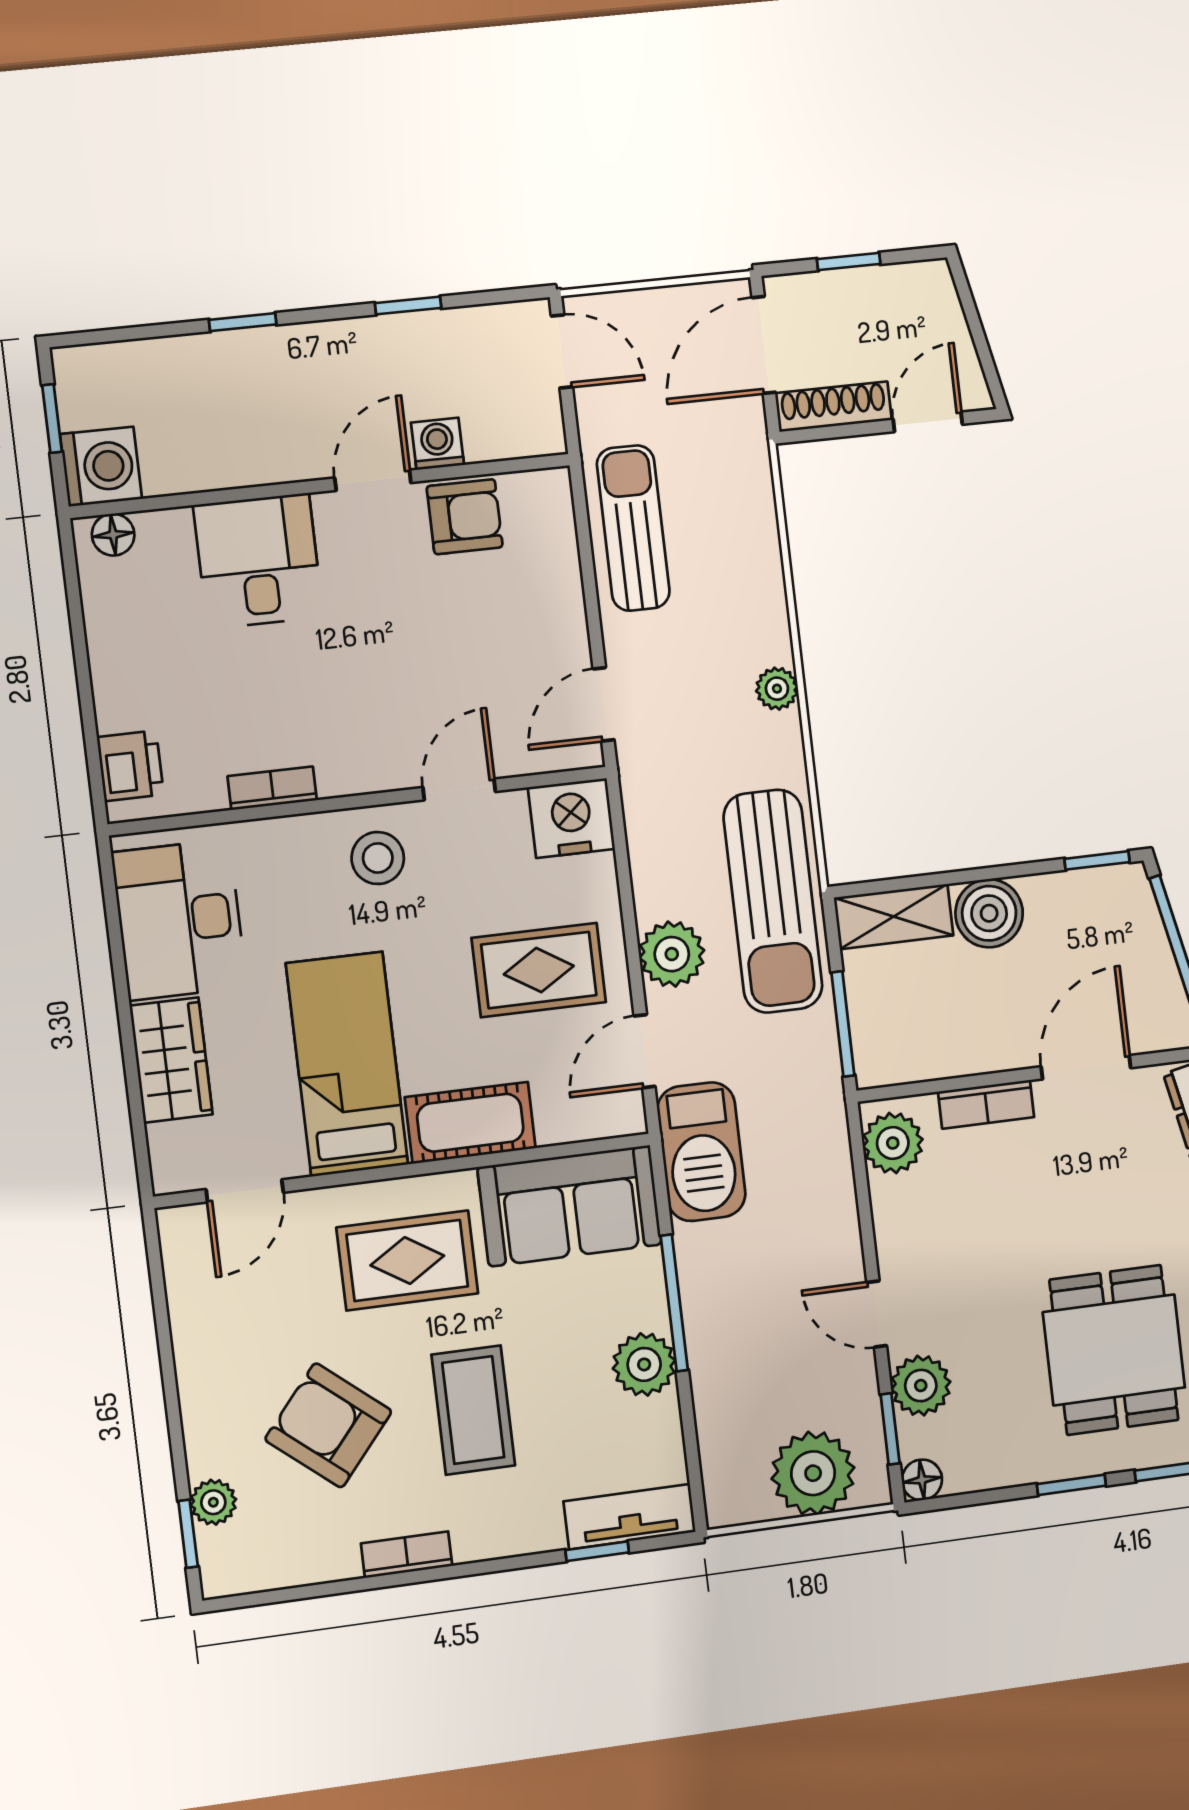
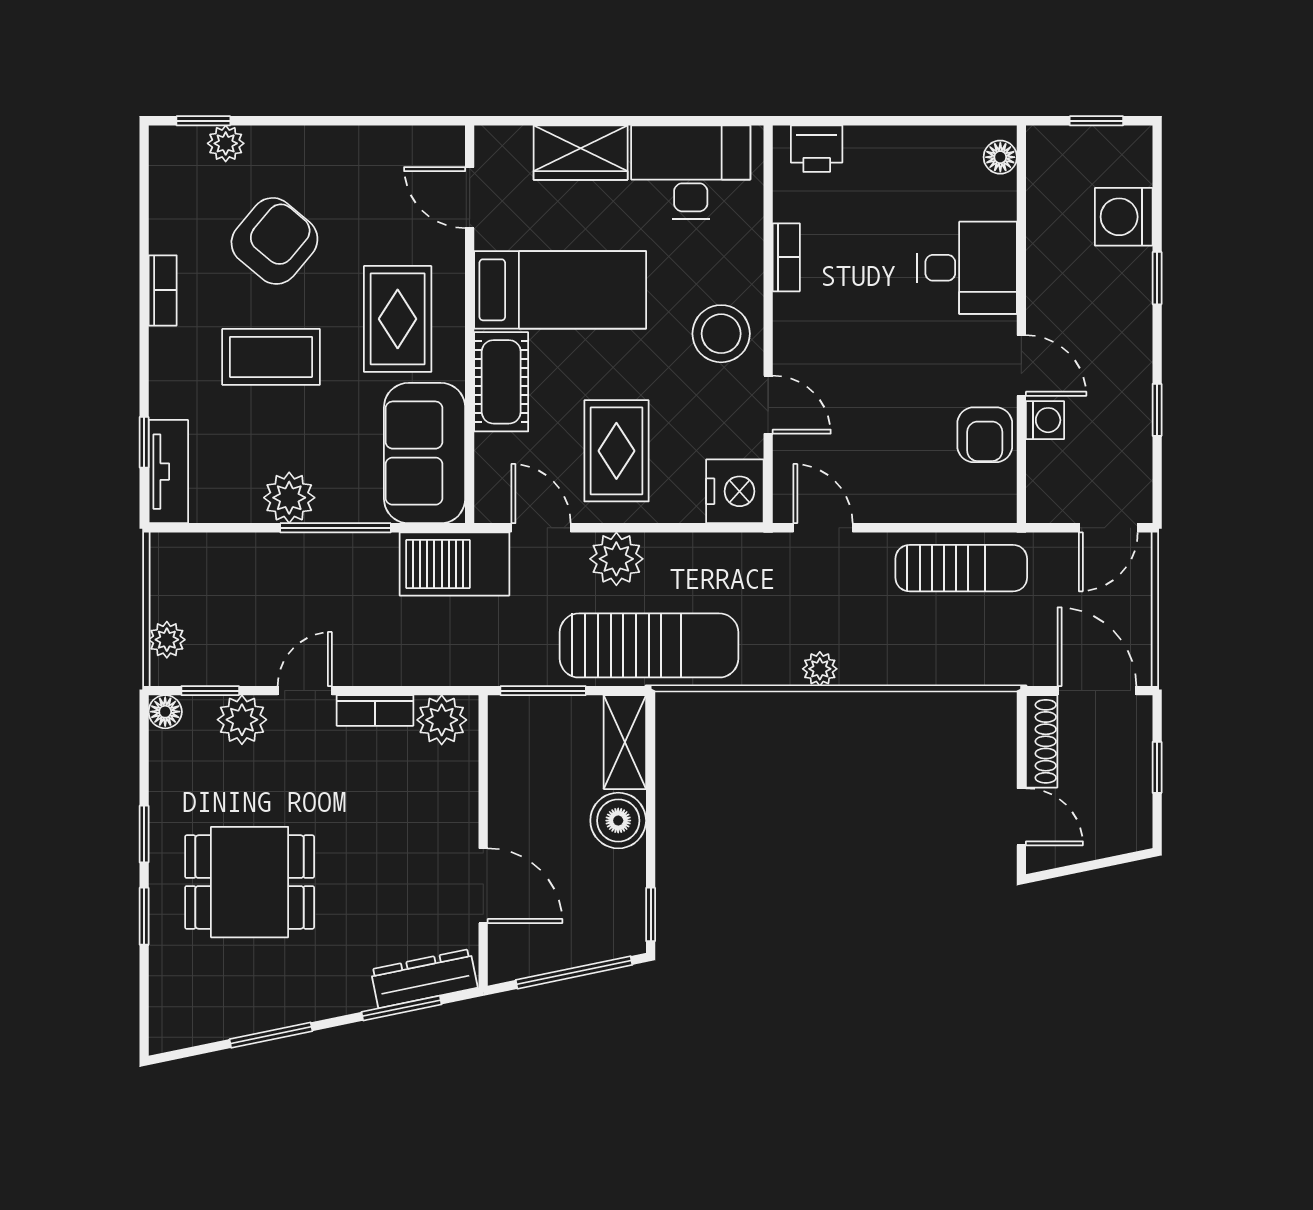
washing machine: (101, 467) -> (1124, 217), moved, turned 90
stool: (378, 858) -> (721, 334), width x1.38, depth x1.38
sun lounger: (773, 901) -> (649, 645), turned 180
bookcase: (986, 1104) -> (375, 710), moved, turned -90
plant: (813, 1473) -> (167, 640), width x0.53, depth x0.53

